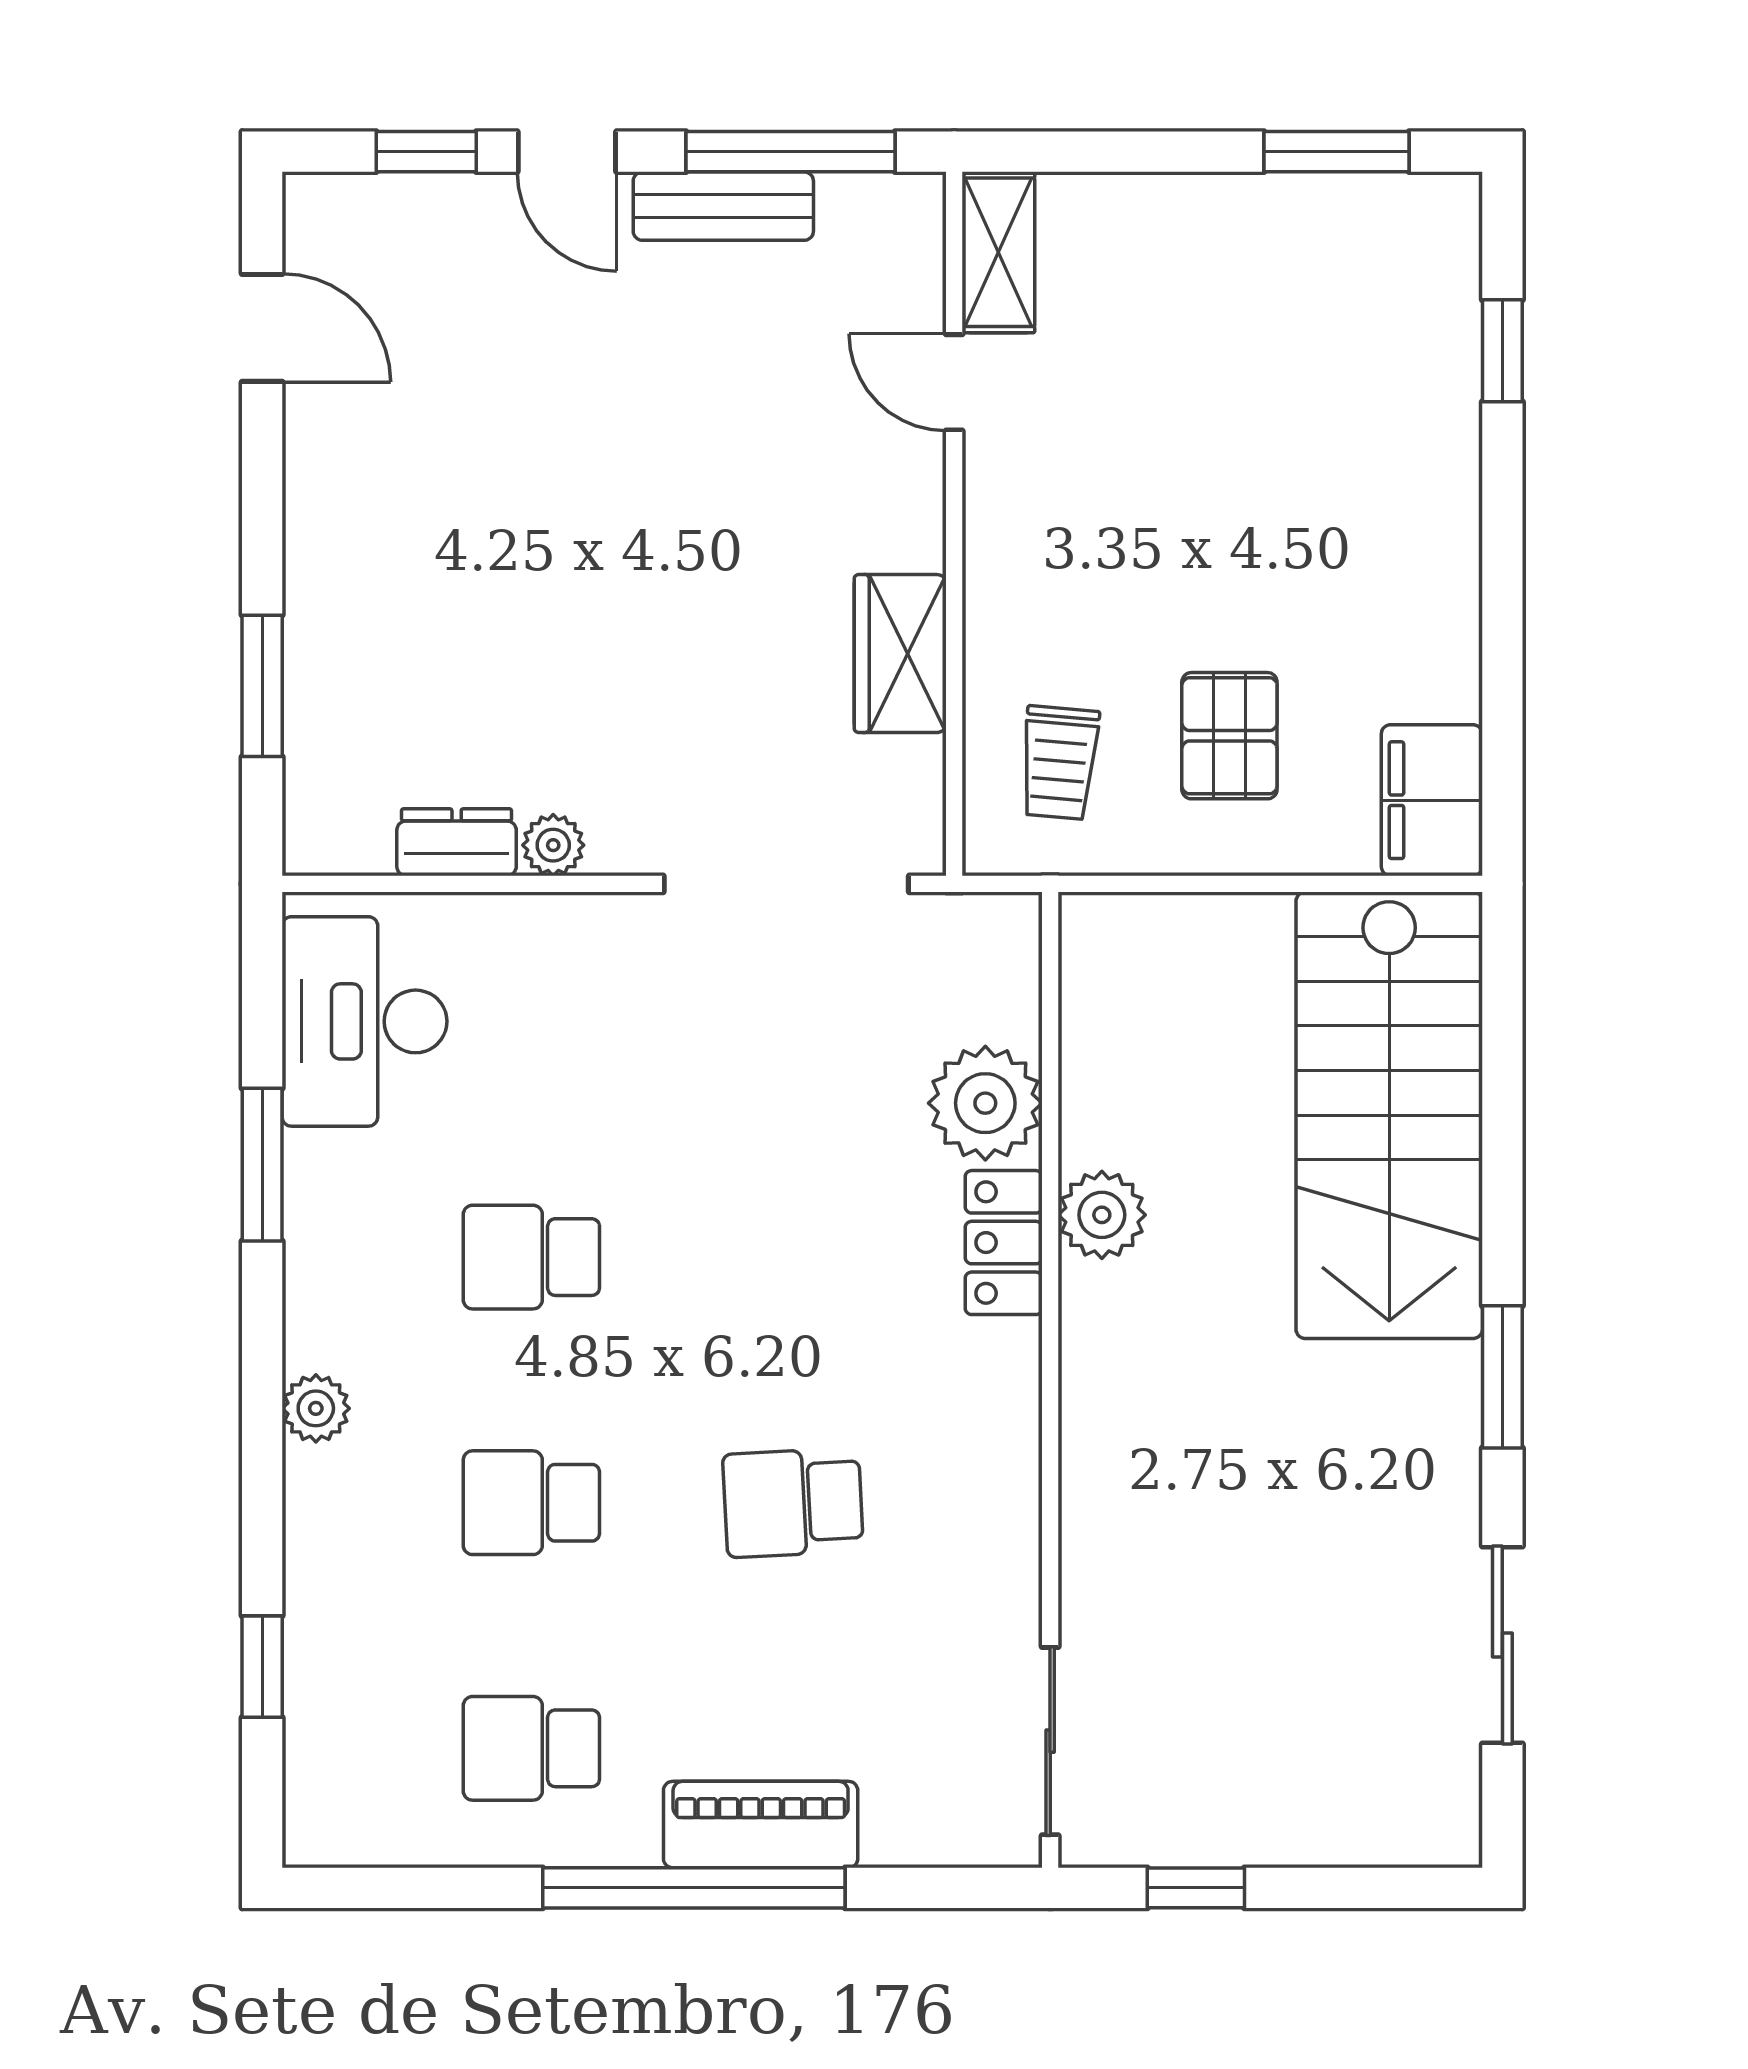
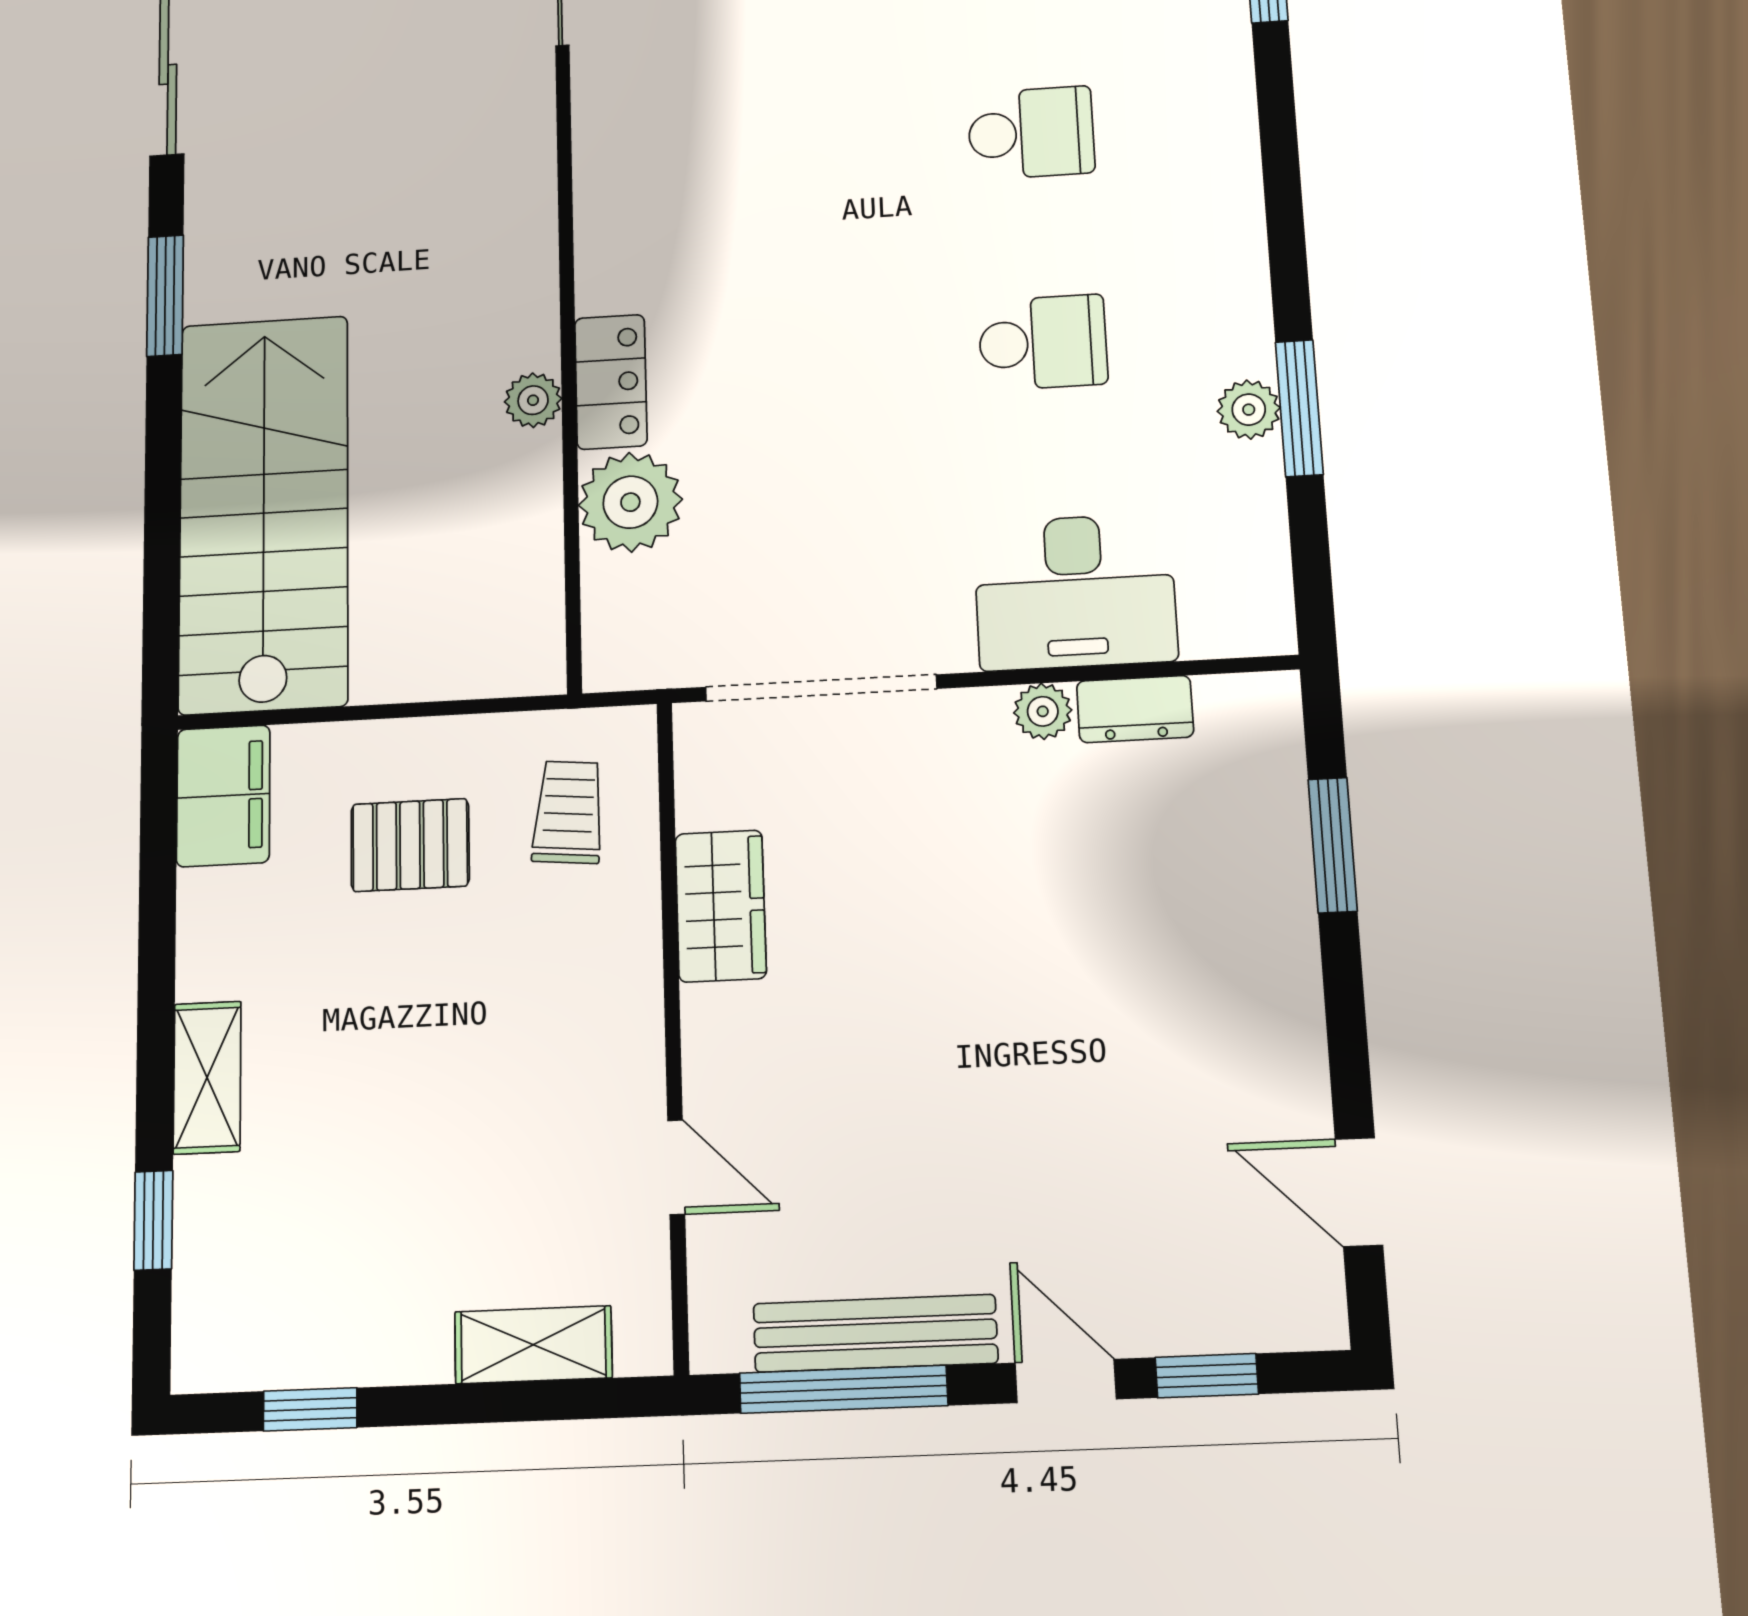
window: (1337, 152) -> (310, 1409), width x0.67
bench: (723, 206) -> (875, 1333), width x1.36
shelving: (998, 252) -> (533, 1345), moved, turned 90
shelving: (1447, 497) -> (207, 1078), added
pallet: (1229, 736) -> (410, 845), turned 90
desk: (364, 1021) -> (1075, 592), moved, turned 90
plant: (1102, 1215) -> (533, 400), width x0.73, depth x0.73
plant: (316, 1408) -> (1249, 410), moved
school desk: (793, 1503) -> (795, 149), removed

